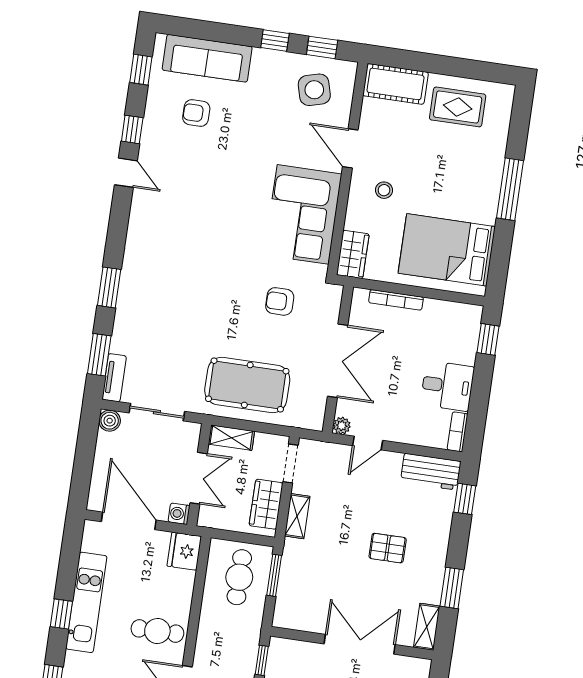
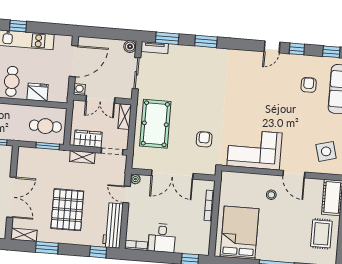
door: (350, 148) -> (294, 174), swing flipped
wardrobe: (353, 254) -> (234, 179), removed
workbench: (431, 472) -> (113, 225), width x1.38
pallet: (388, 548) -> (67, 210), width x2.05, depth x2.00
fridge: (184, 551) -> (38, 92), moved

